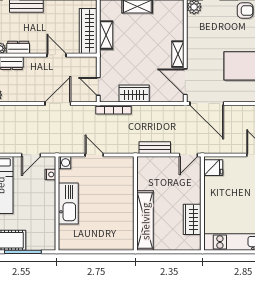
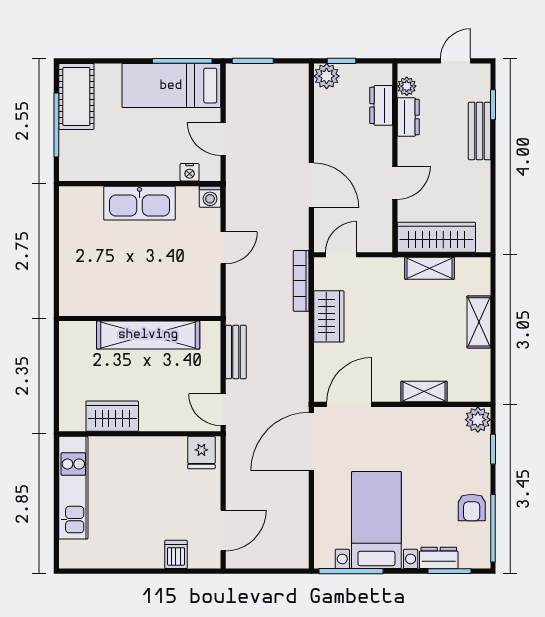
shelving: (178, 54) -> (424, 392), moved
shelving: (145, 221) -> (148, 335), moved

